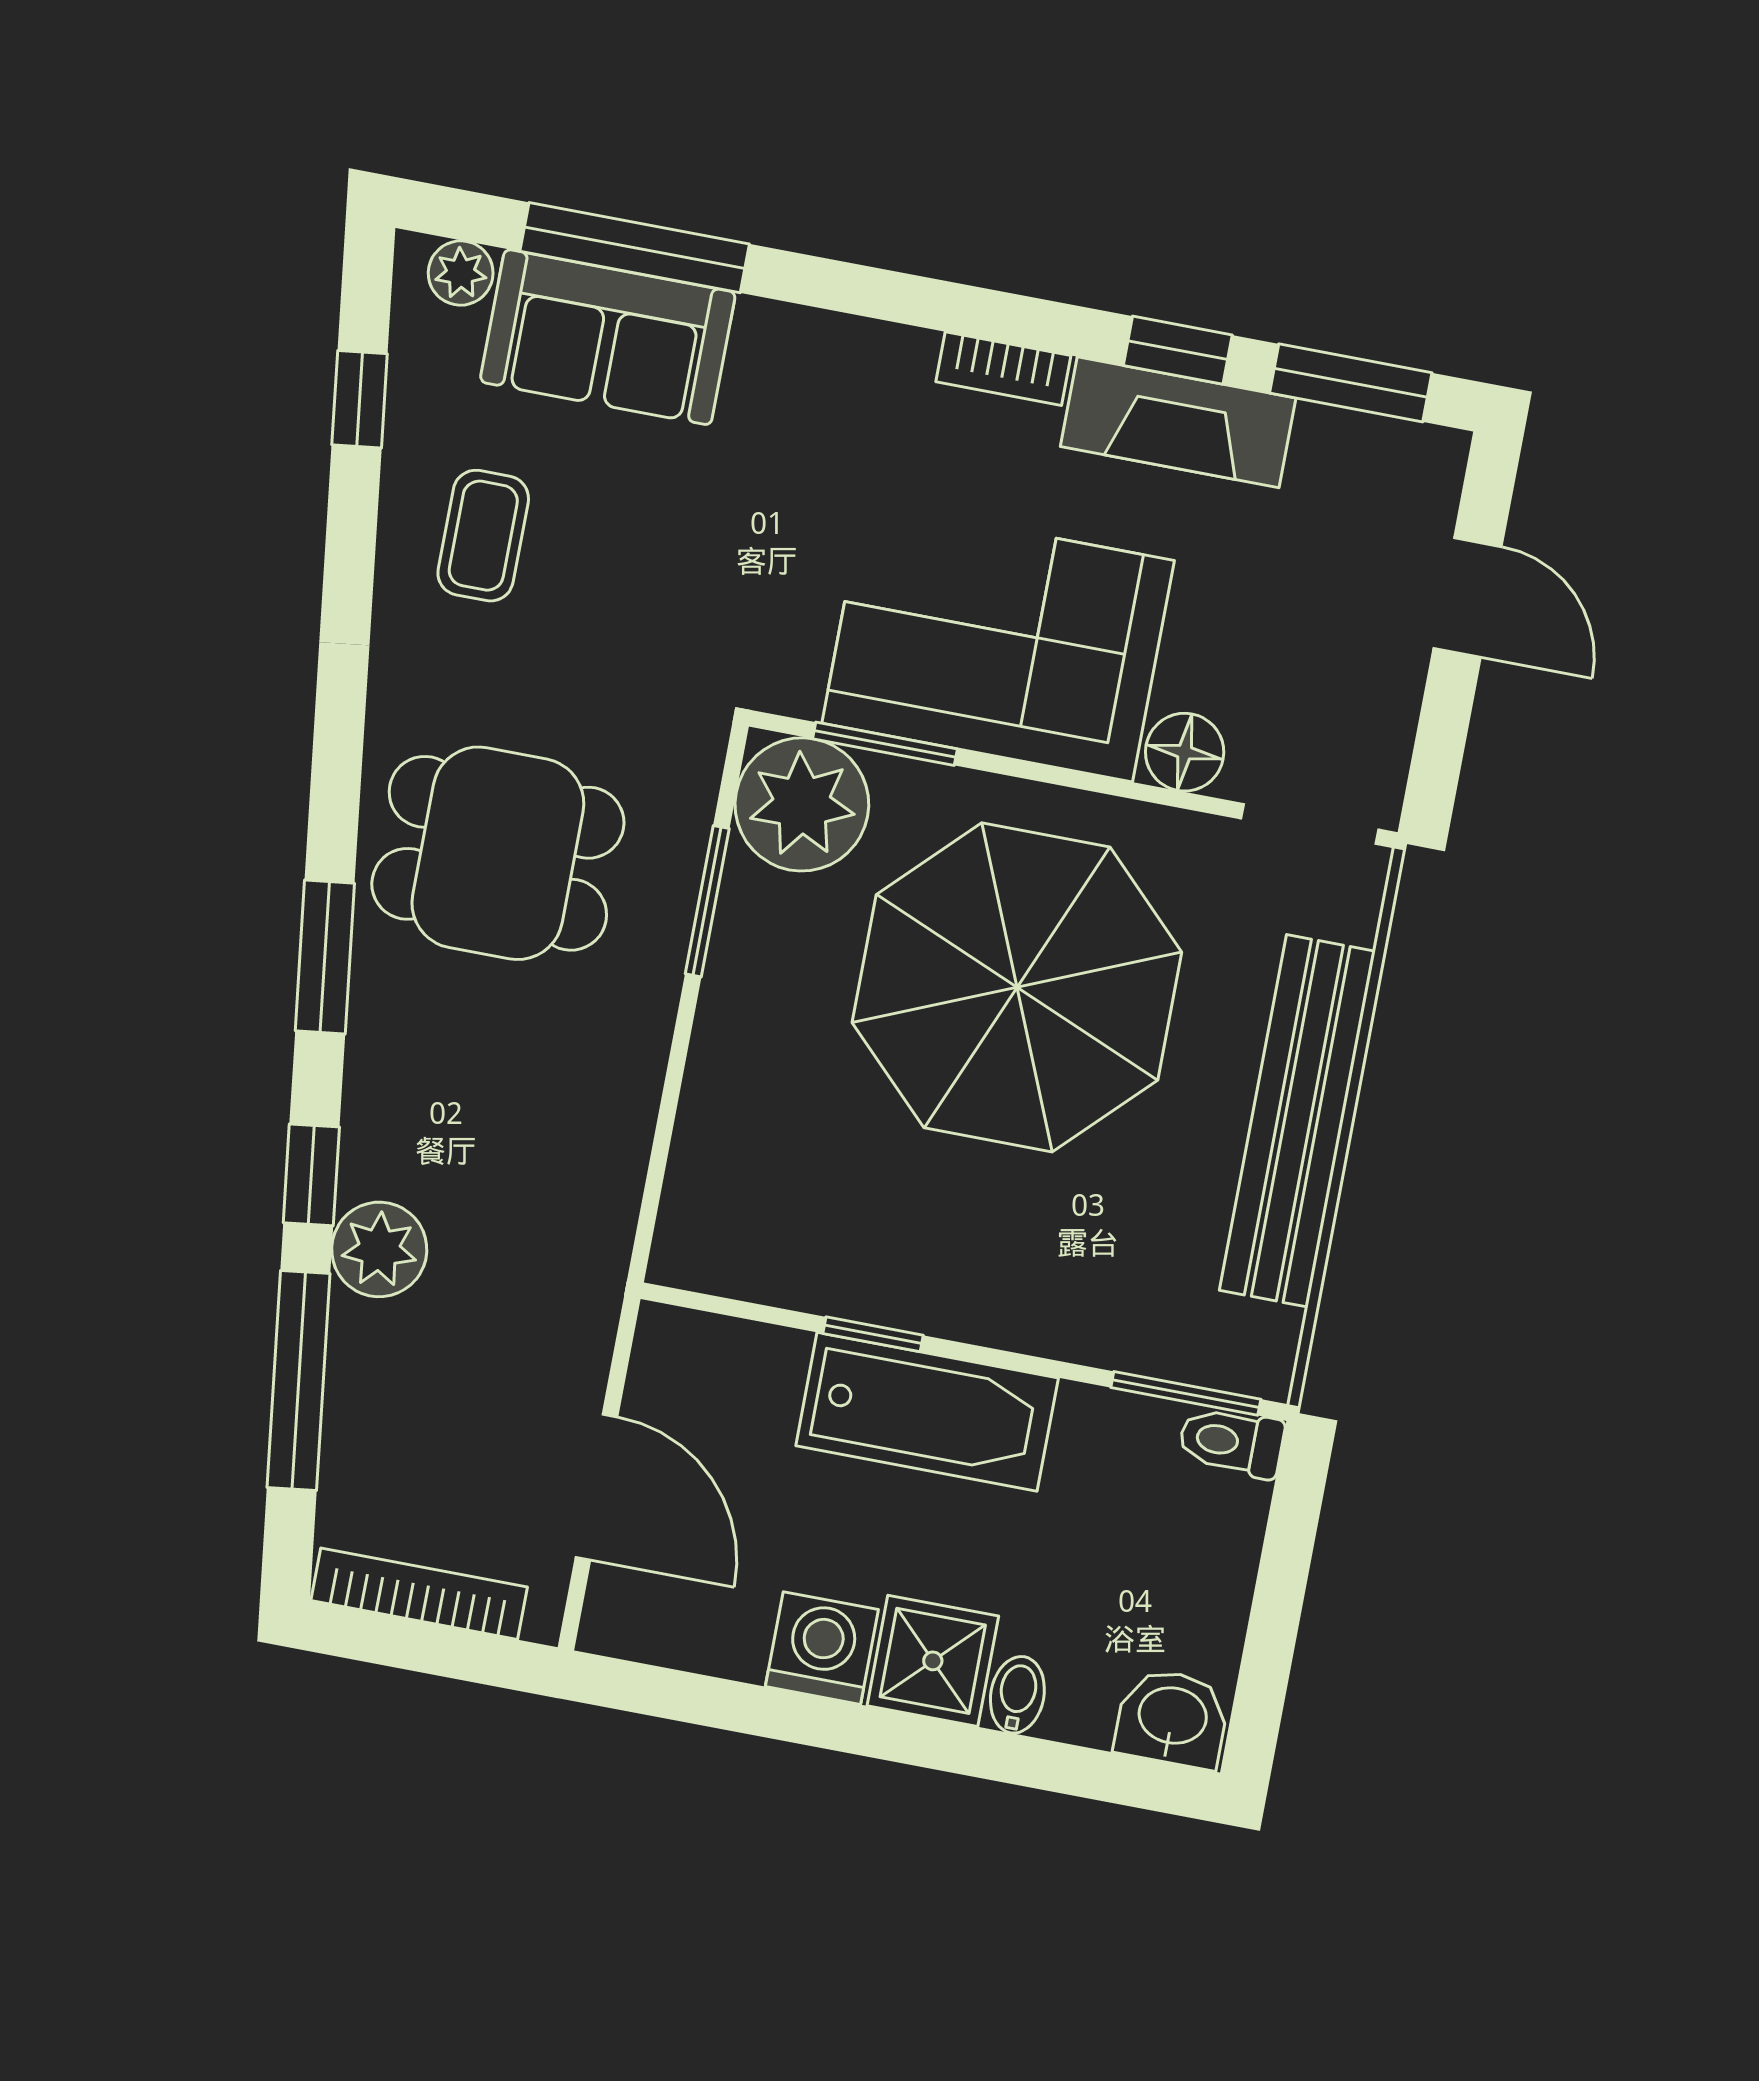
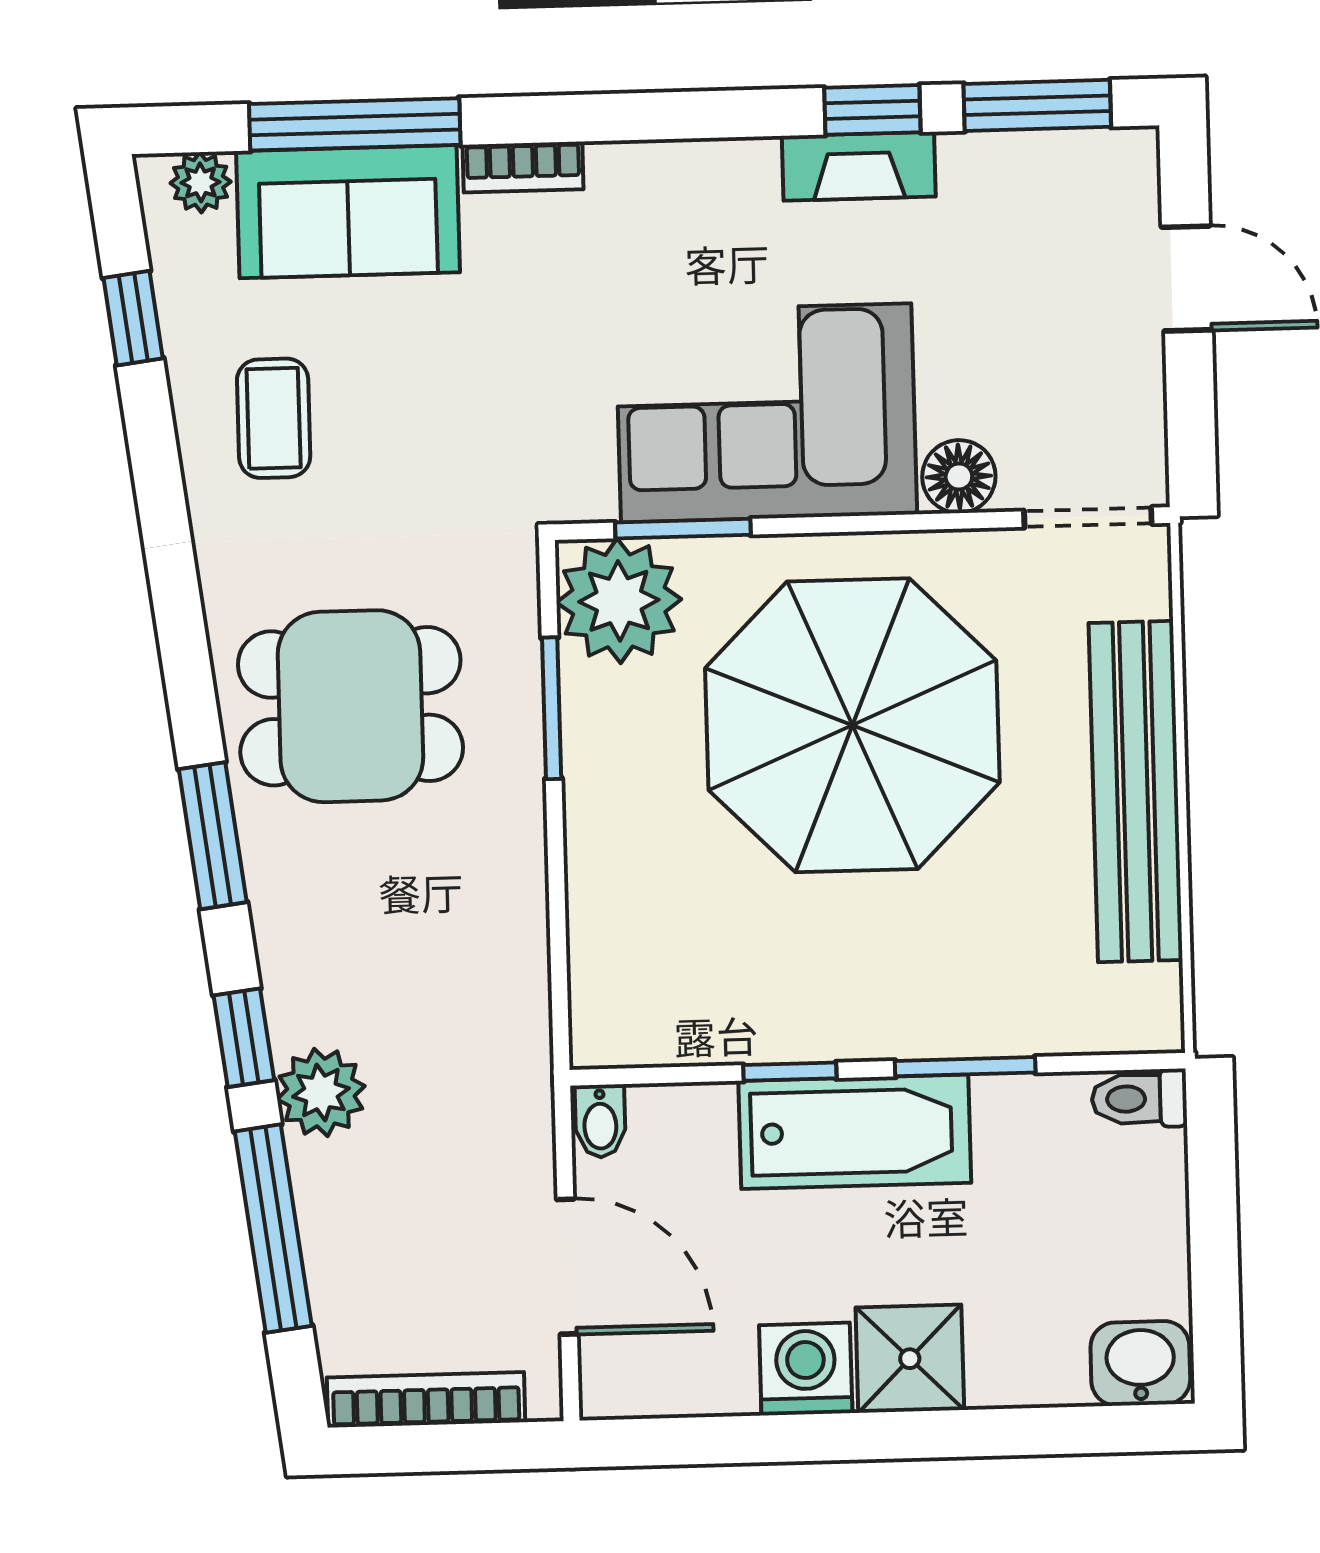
bookcase: (1003, 369) -> (523, 167), moved
fireplace: (1178, 422) -> (859, 166), width x0.73, depth x0.76
window: (1186, 1393) -> (965, 1067), moved
bidet: (1017, 1695) -> (600, 1121), moved, turned 180

